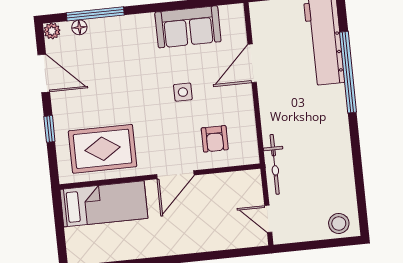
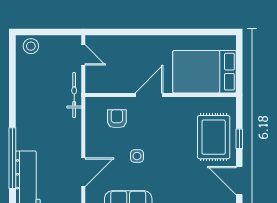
rug: (103, 149) -> (214, 137), moved, turned 90
bed: (104, 204) -> (204, 72), width x1.50

